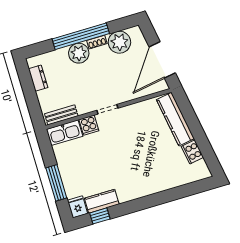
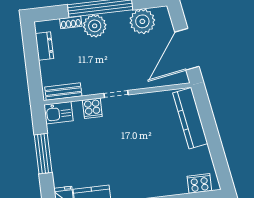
shoe rack: (97, 42) -> (71, 22), moved
kitchen sink: (65, 133) -> (59, 113), width x0.73
cooker: (192, 152) -> (199, 183), moved, turned 100
window: (56, 183) -> (43, 154), moved

